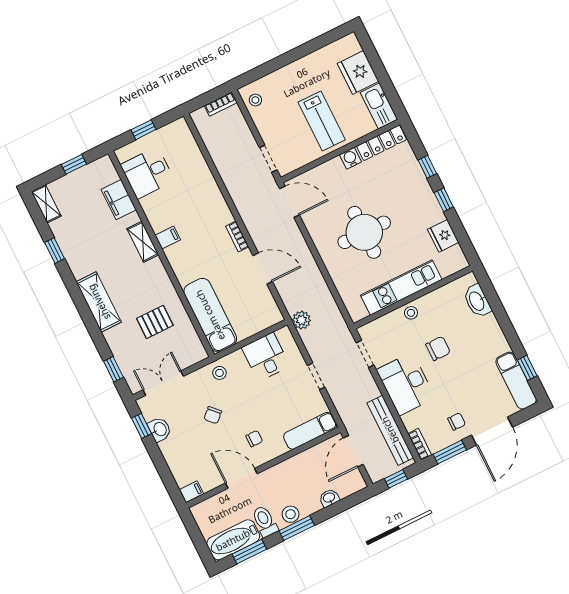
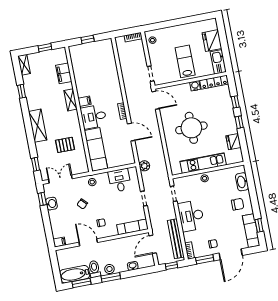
lab bench: (322, 121) -> (185, 61), turned 180
desk: (147, 173) -> (94, 117), moved
chair: (438, 348) -> (238, 204), moved

